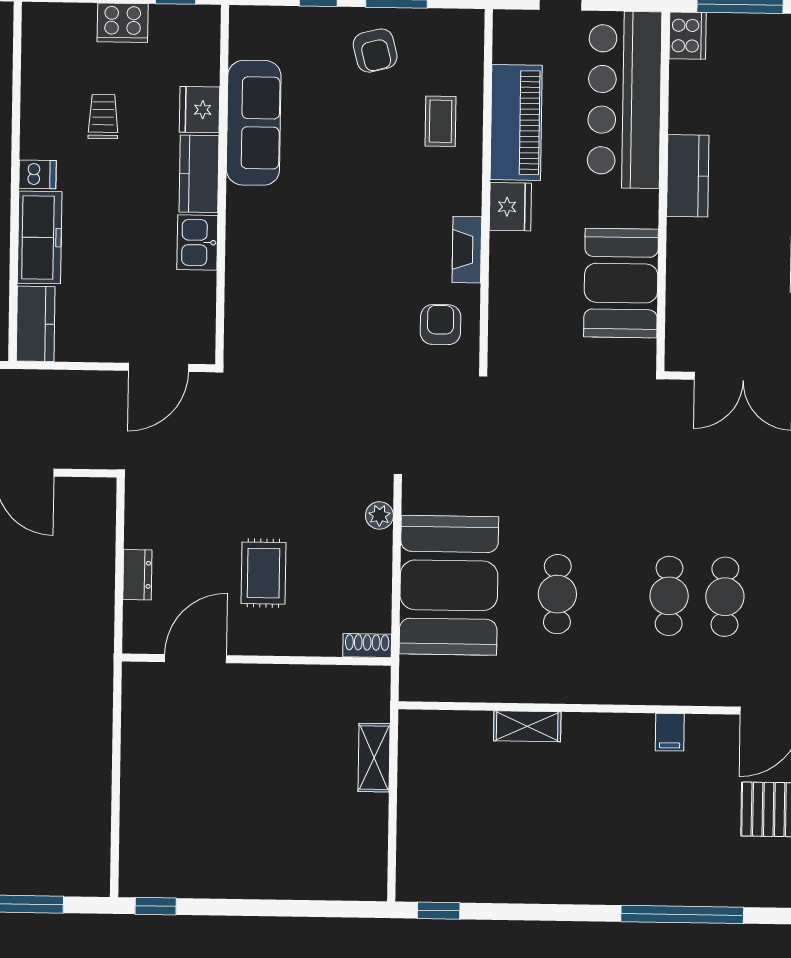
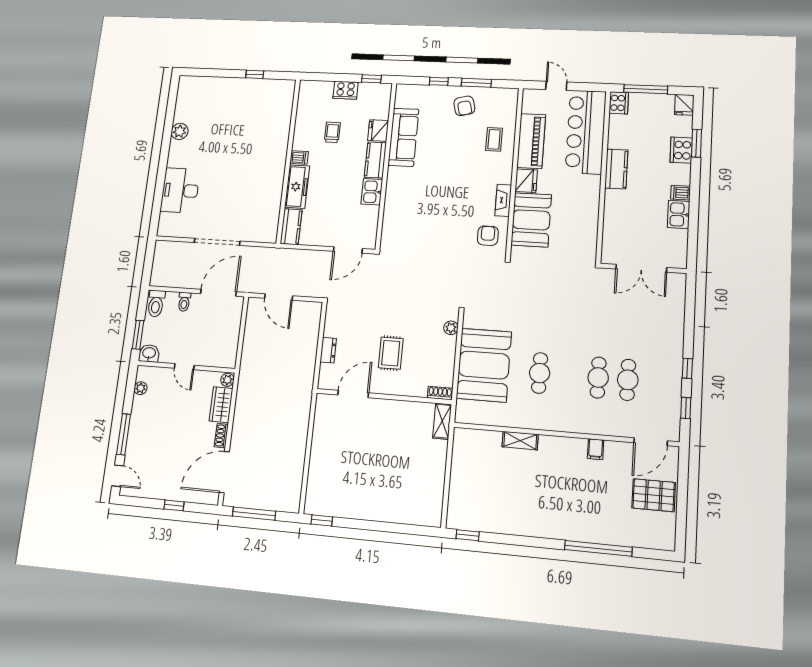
booth: (621, 283) -> (531, 220), moved
shelving: (374, 758) -> (442, 421), moved

